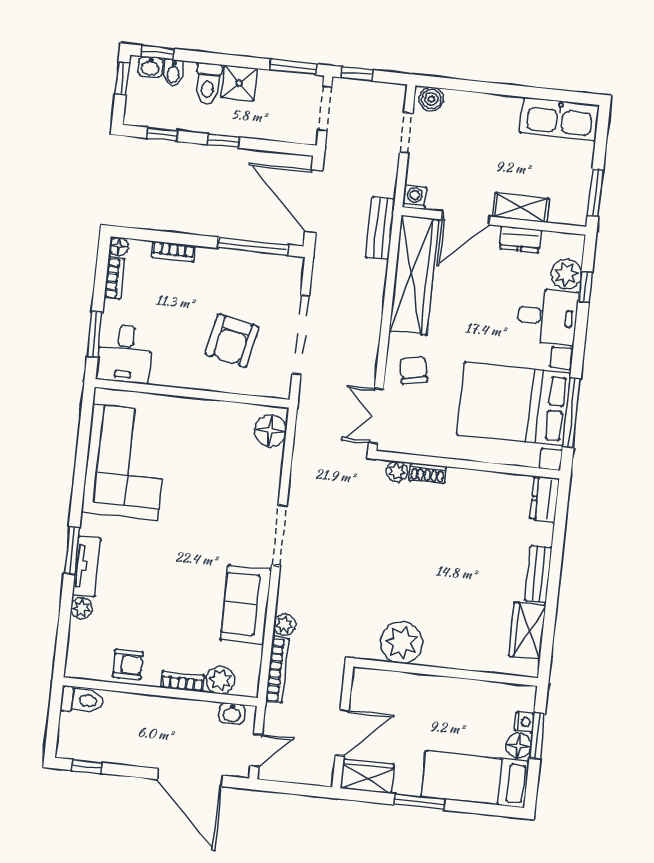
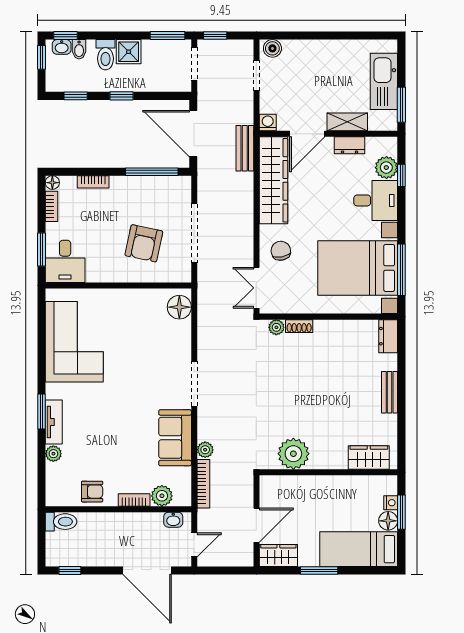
kitchen sink: (560, 119) -> (384, 81), moved, turned 90
wardrobe: (527, 631) -> (369, 458), moved, turned 90

